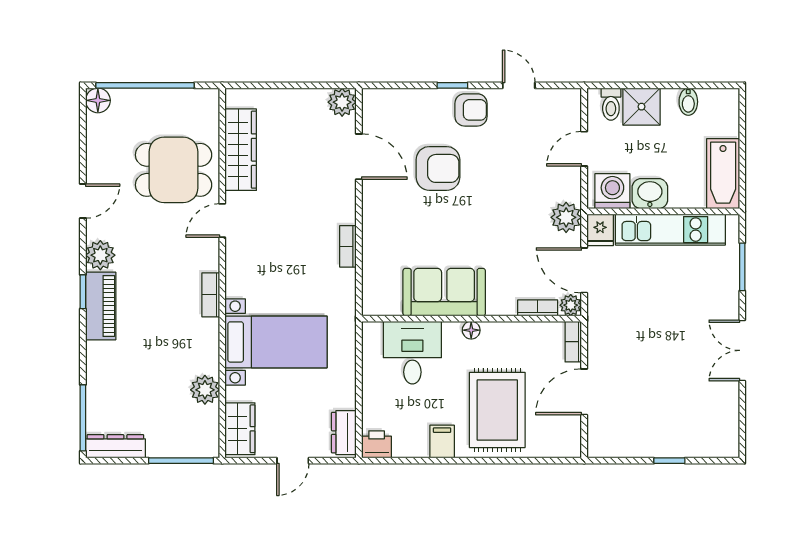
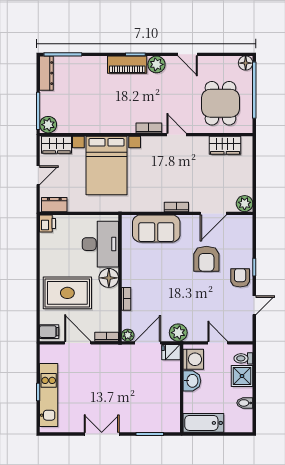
armchair: (471, 110) -> (240, 278), turned 180
wardrobe: (241, 150) -> (225, 145), width x0.67
dining table: (174, 170) -> (220, 103), moved
kitchen unit: (670, 230) -> (49, 395), moved, turned 180
bookcase: (348, 246) -> (176, 207), moved
sofa: (444, 292) -> (156, 229), moved, turned 90
bookcase: (211, 295) -> (149, 128), moved
bookcase: (538, 308) -> (126, 299), moved
floor lamp: (471, 330) -> (109, 278), width x1.89, depth x1.89
bed with nightstands: (276, 342) -> (107, 166), width x1.36
desk: (412, 353) -> (100, 244), width x1.37
plant: (205, 390) -> (48, 125), moved
filing cabinet: (442, 442) -> (49, 332), moved
door: (293, 461) -> (38, 175), swing flipped

